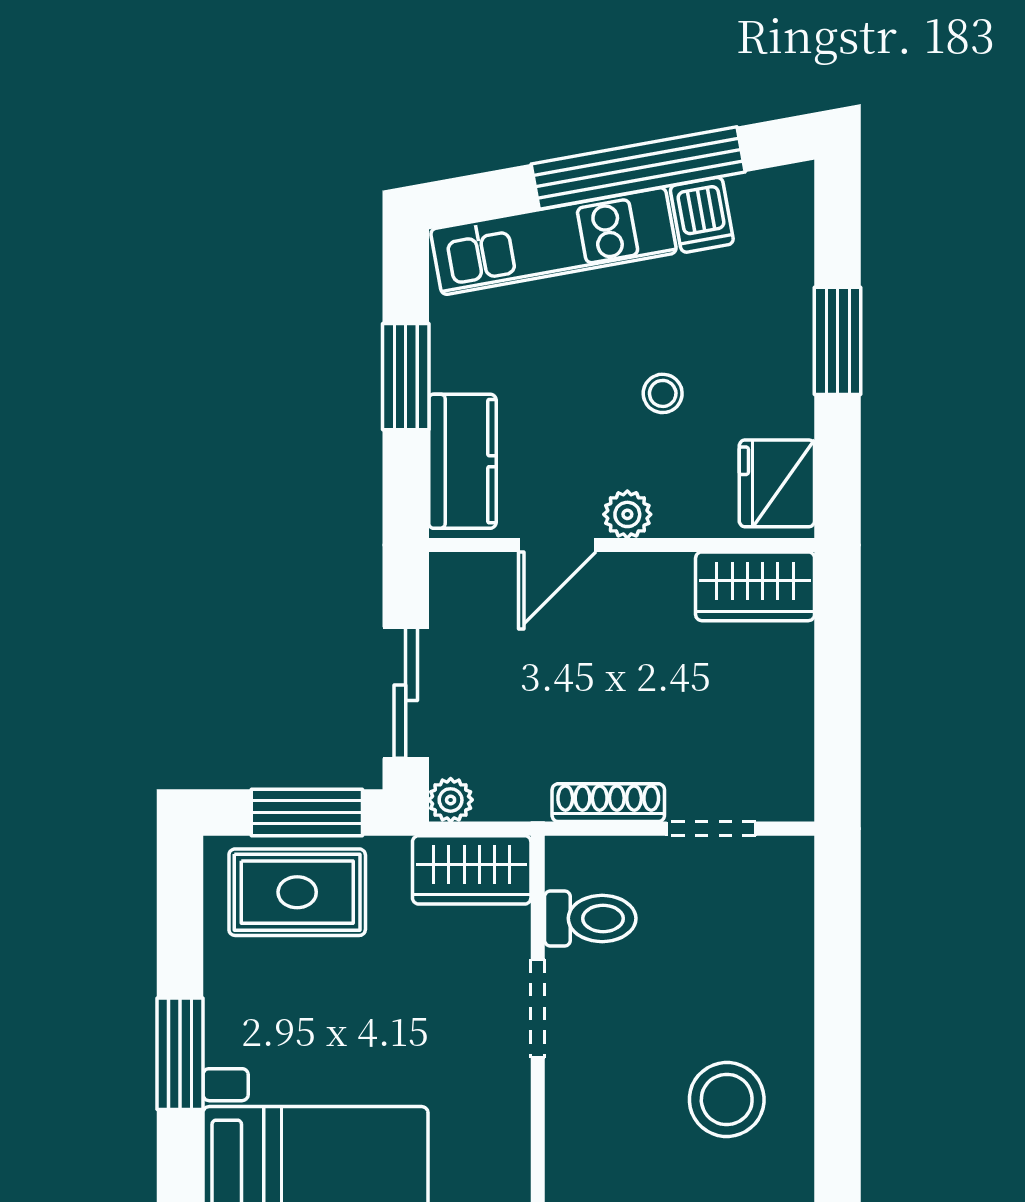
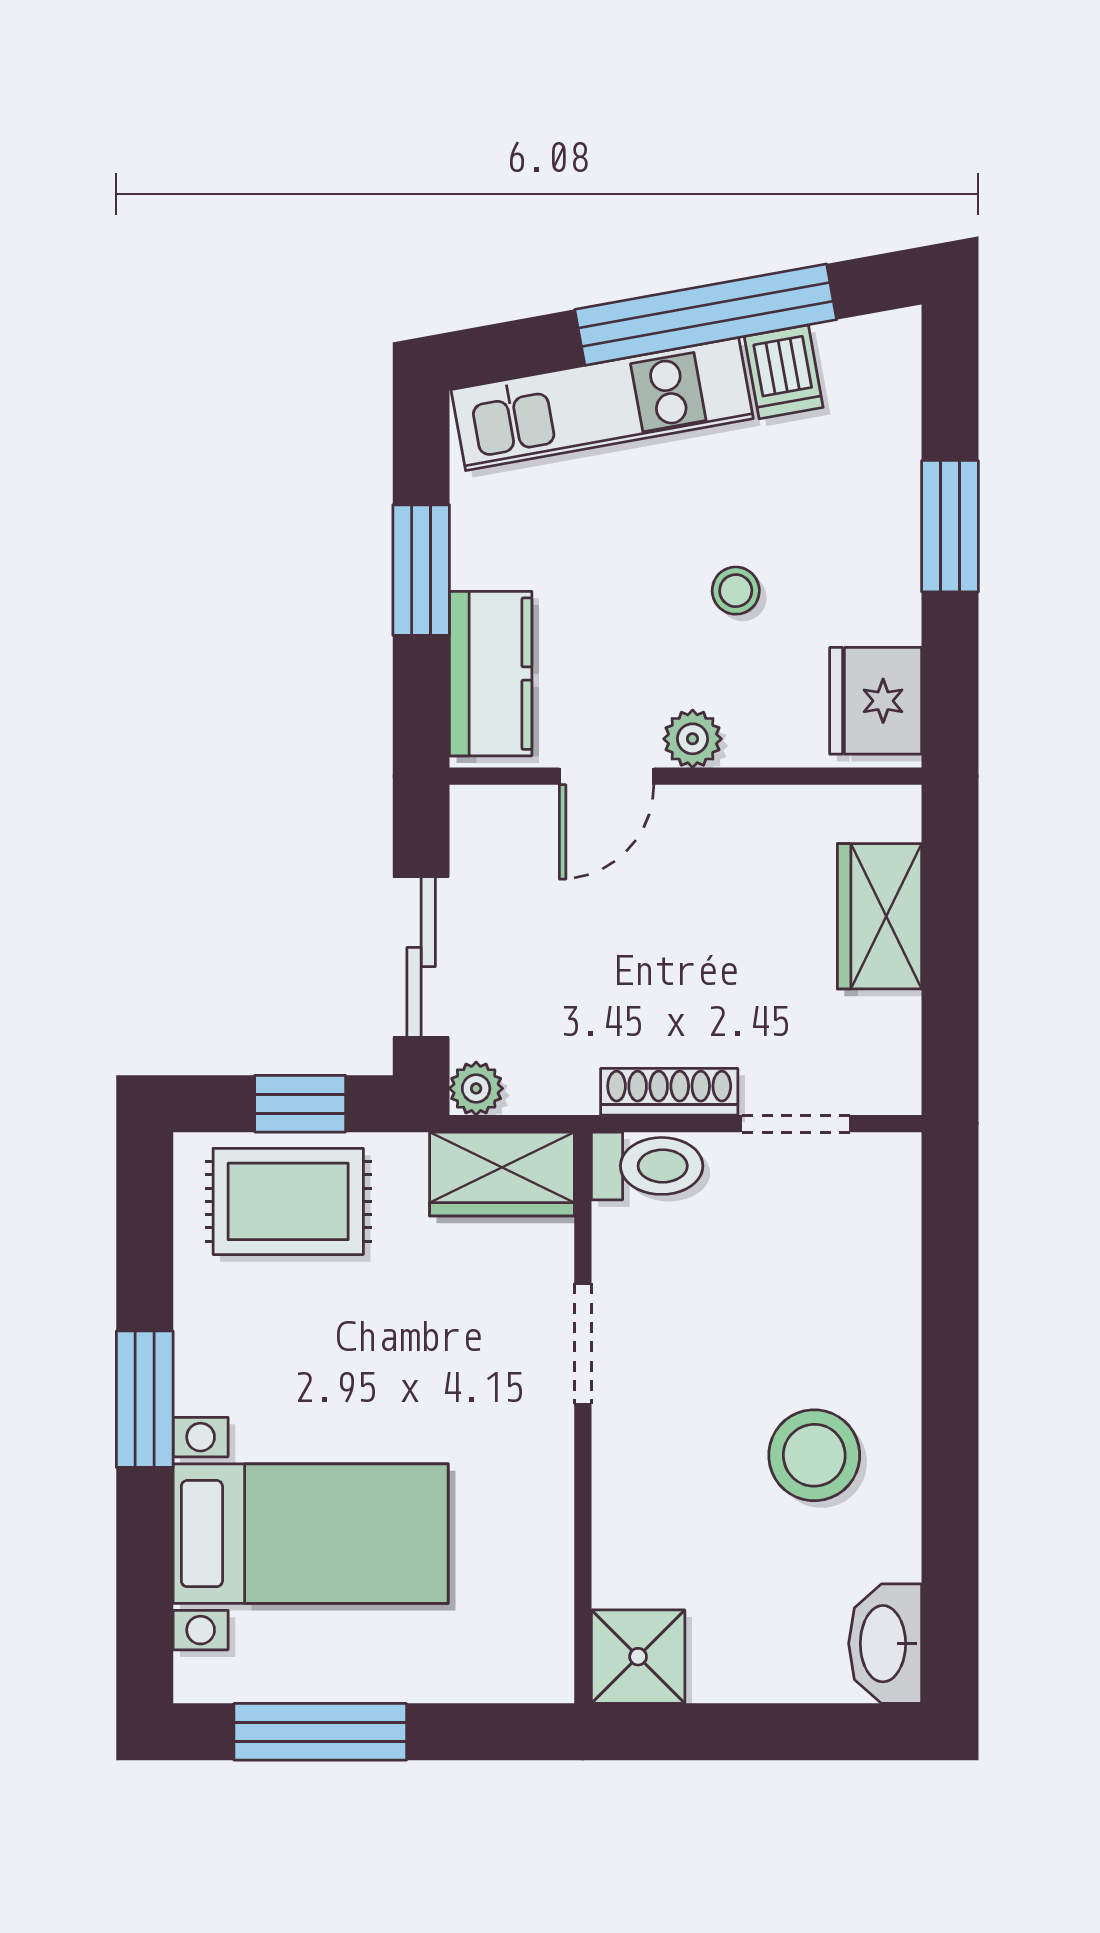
wardrobe: (755, 586) -> (879, 916), moved, turned 90
window: (307, 812) -> (300, 1104), width x0.67
toilet: (590, 918) -> (647, 1166), moved

